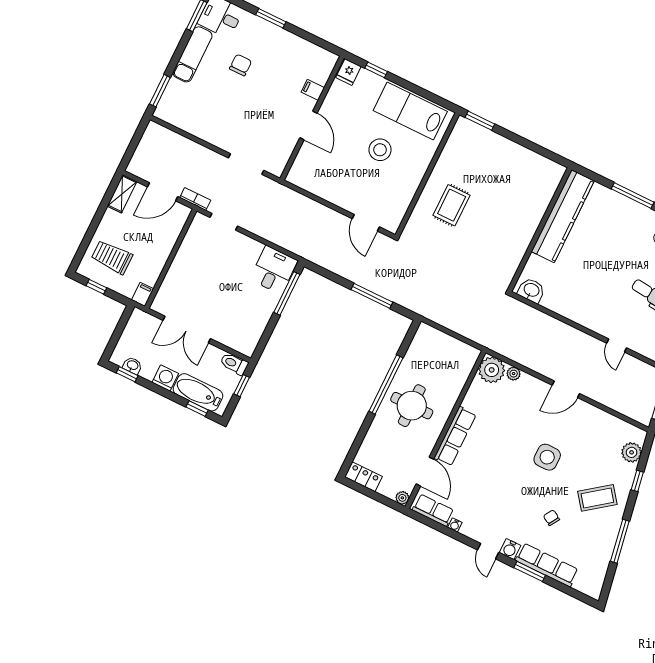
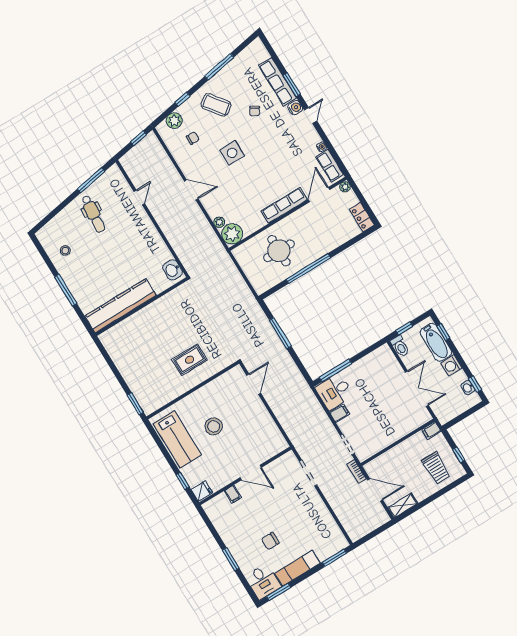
door: (308, 125) -> (251, 473), swing flipped
filing cabinet: (253, 250) -> (340, 413), added
round table: (412, 406) -> (279, 251), moved
chair: (600, 446) -> (193, 138), added

